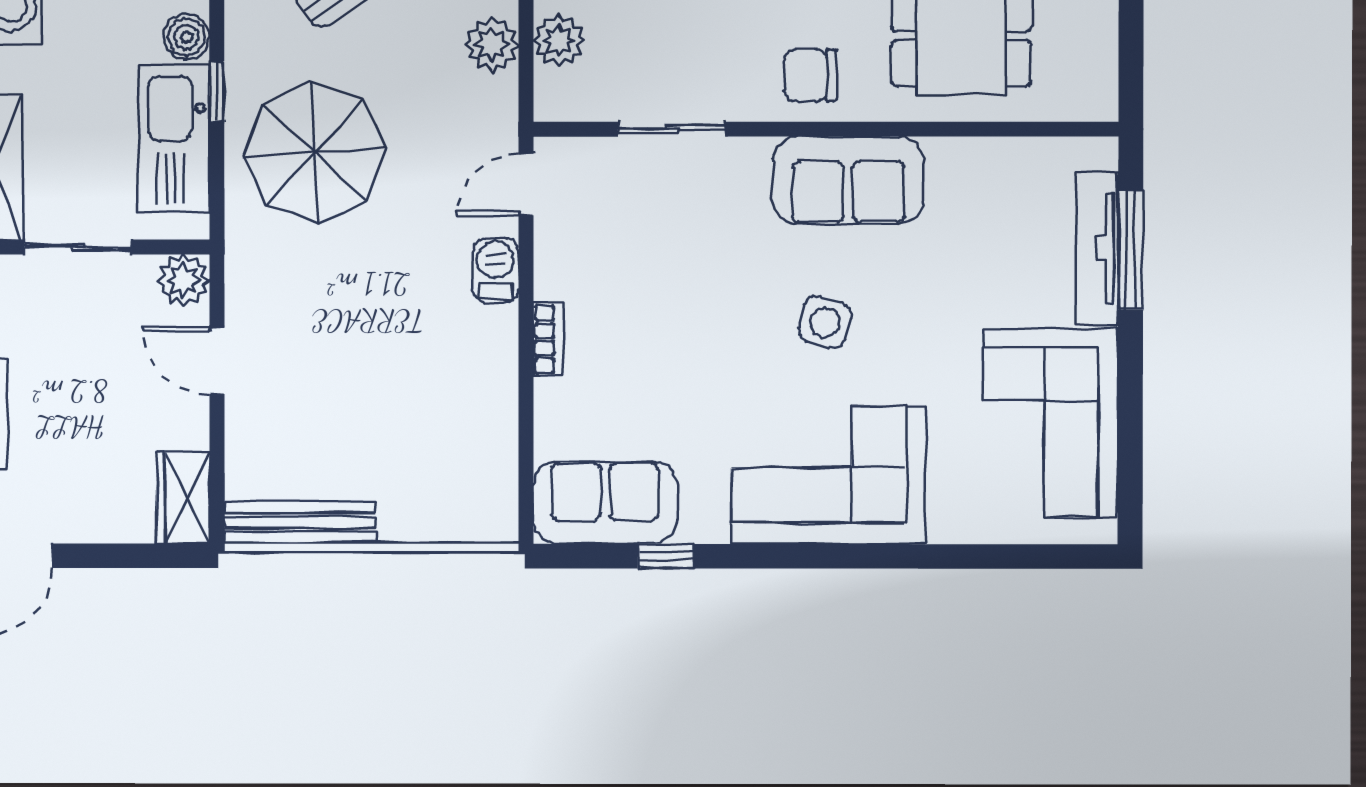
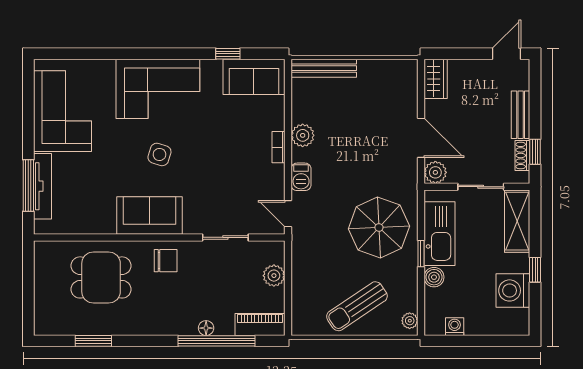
plant: (492, 45) -> (303, 135), moved
door: (526, 184) -> (288, 214), swing flipped
door: (217, 361) -> (421, 138), width x1.38
bench: (300, 523) -> (324, 68), moved

